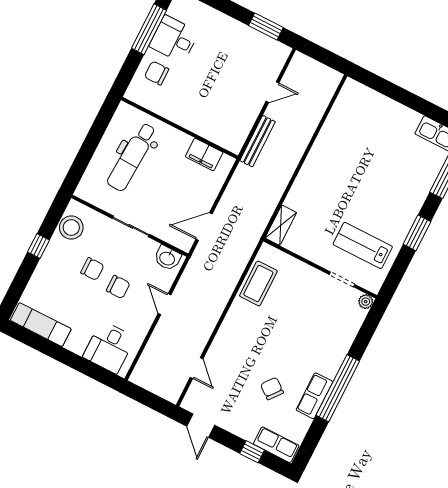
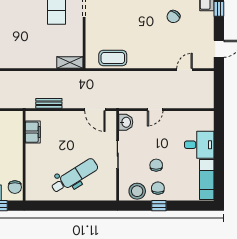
wall: (179, 128) -> (24, 156), moved
bench: (258, 141) -> (49, 103), moved, width x0.73
filing cabinet: (204, 154) -> (33, 132), moved
dental chair: (132, 157) -> (74, 176), turned -35
chair: (118, 287) -> (158, 188), moved
desk: (109, 347) -> (199, 145), moved

